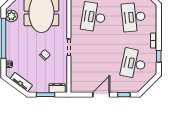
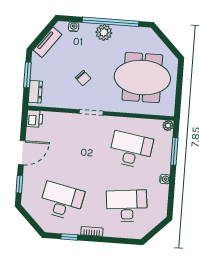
plant: (11, 16) -> (104, 32), moved
printer: (76, 87) -> (35, 119), added
door: (101, 95) -> (22, 153), hinge flipped

